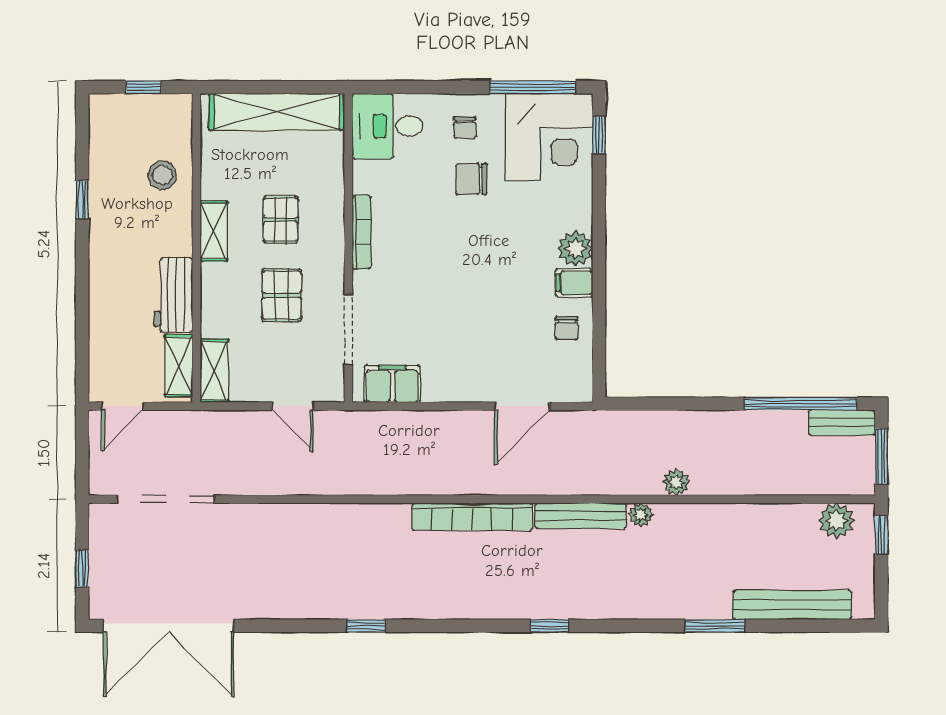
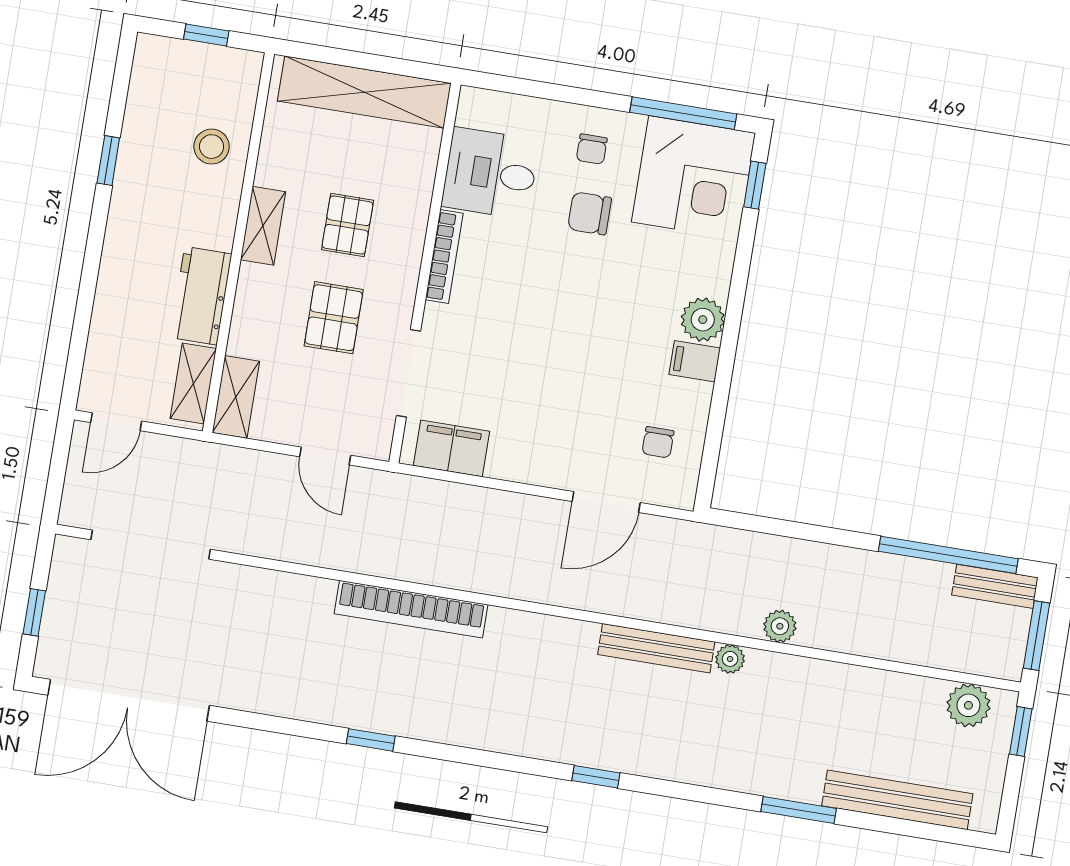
desk: (387, 126) -> (490, 173), moved
chair: (567, 328) -> (658, 442), moved
bookcase: (472, 517) -> (411, 609), moved

